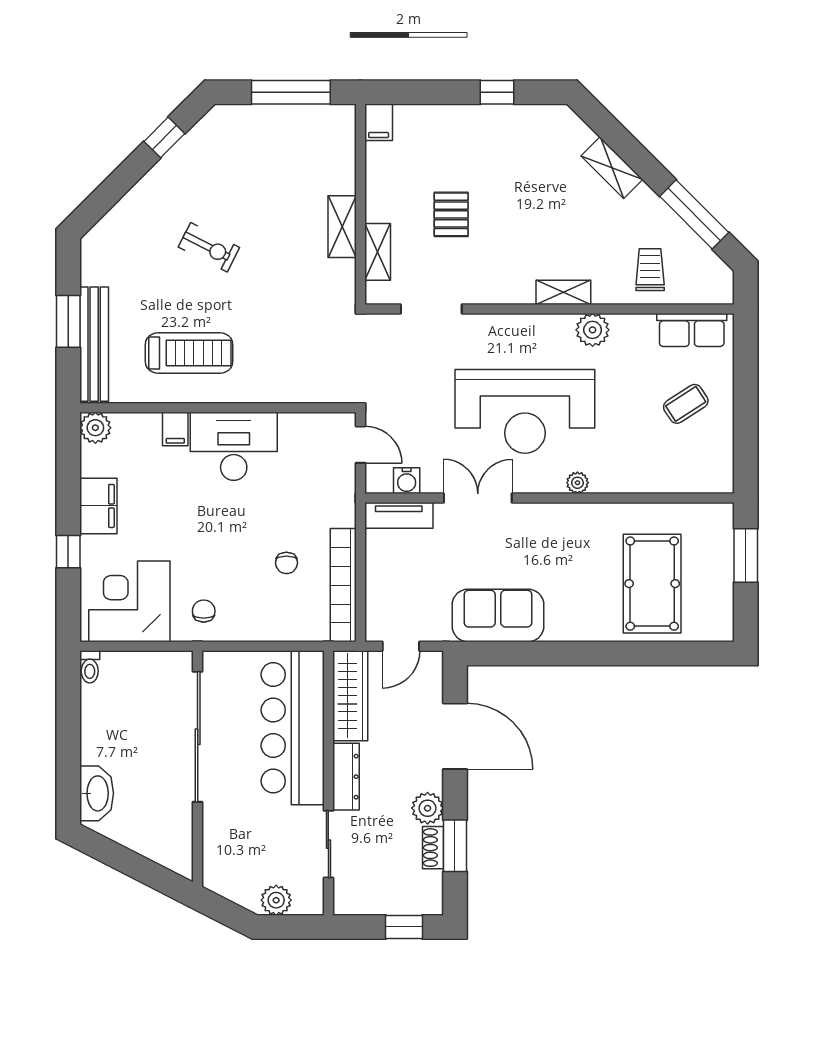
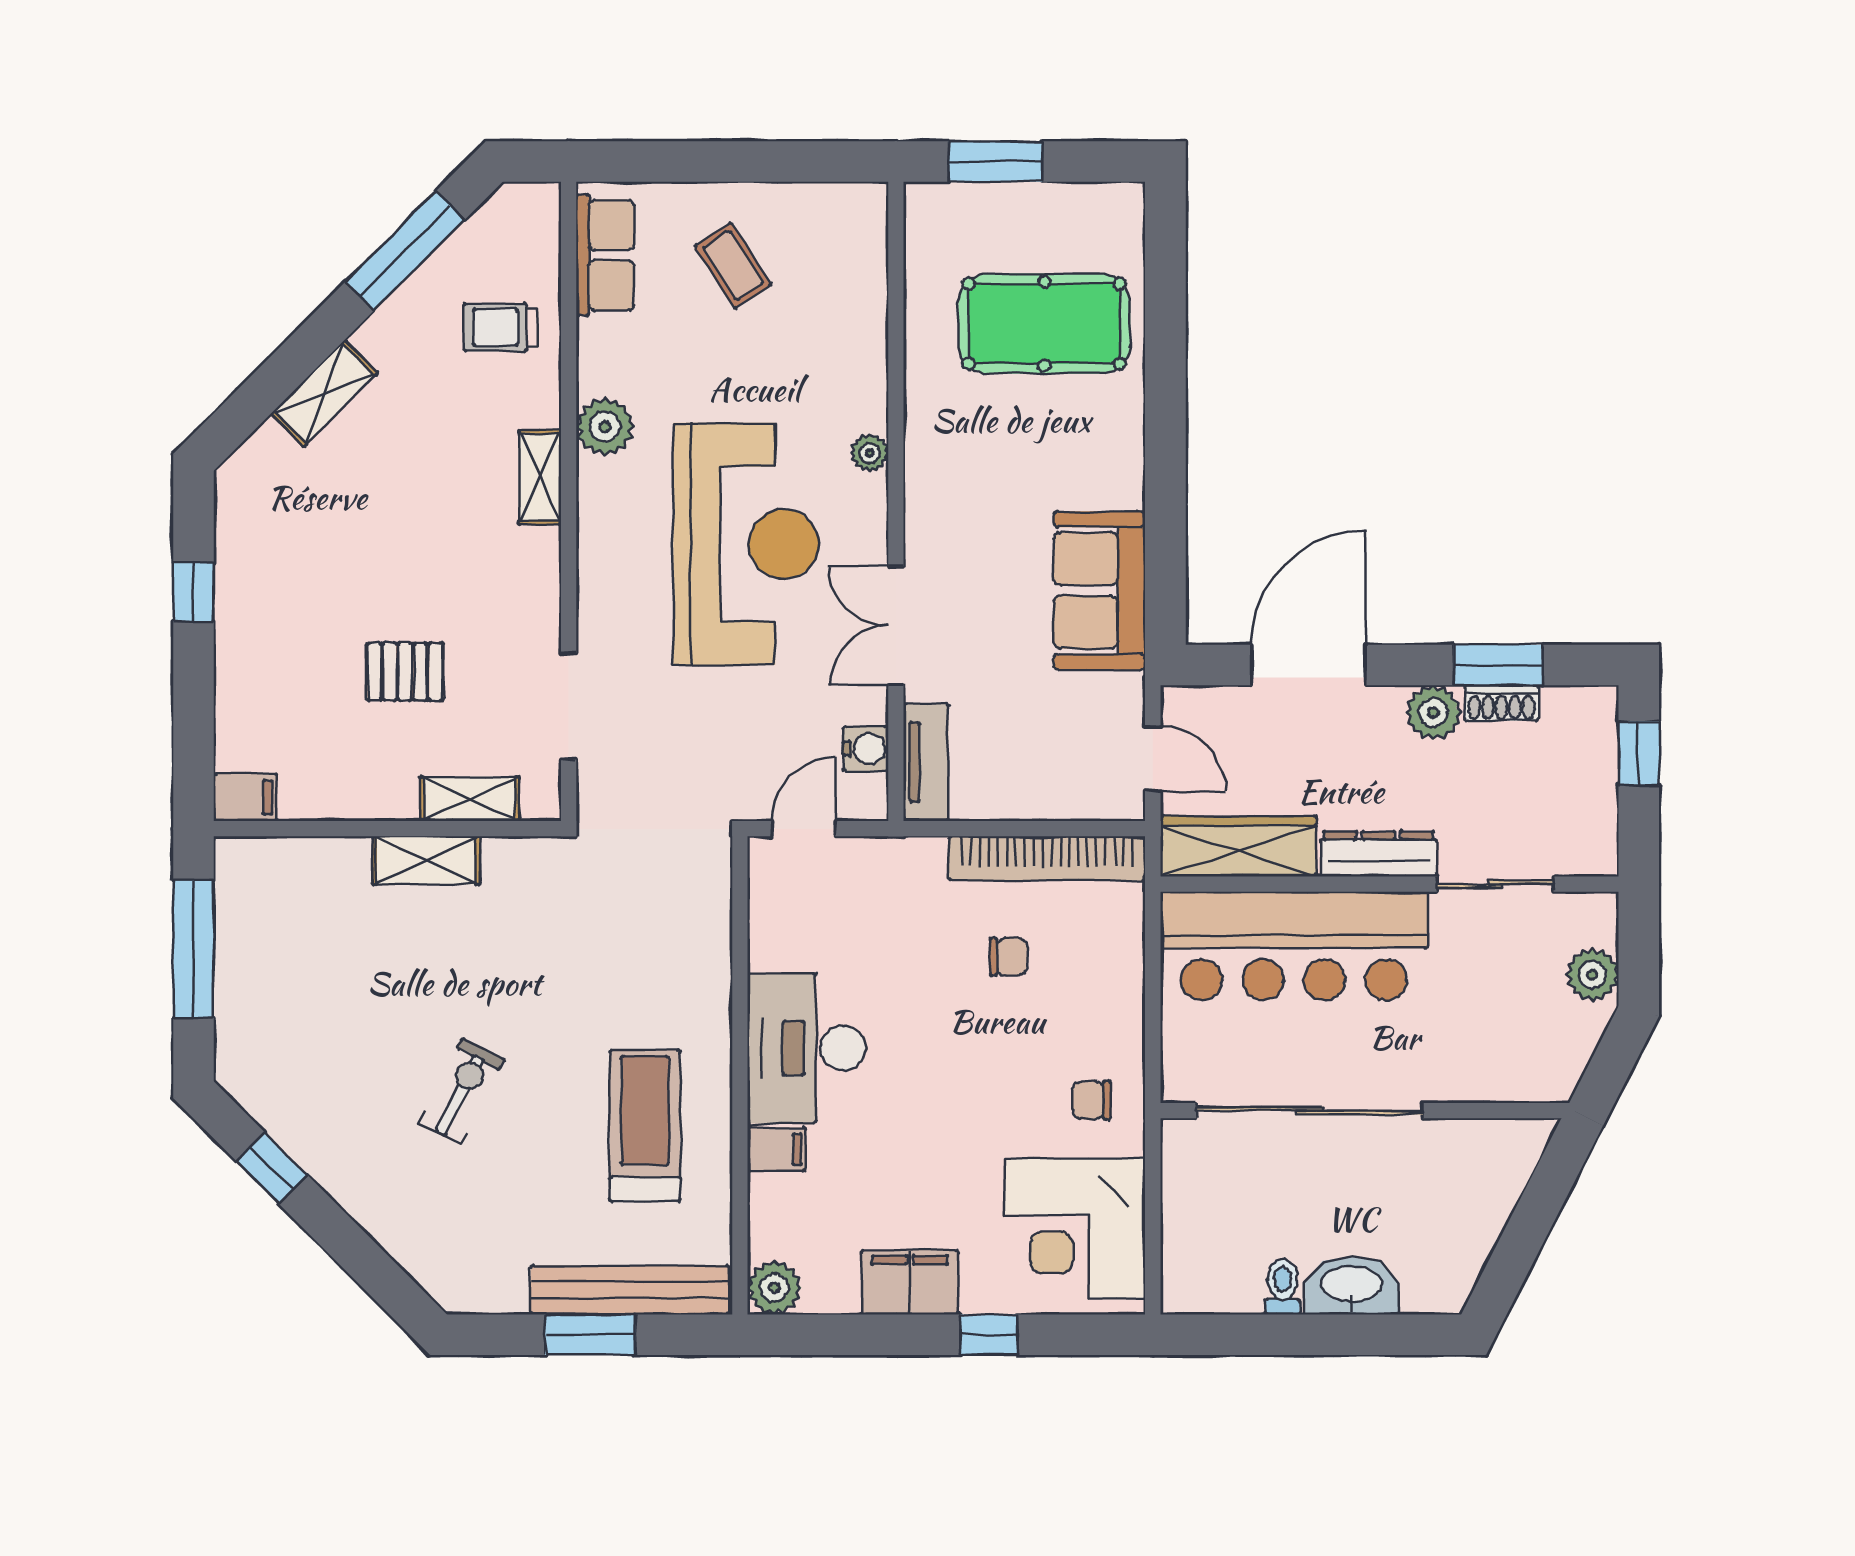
toilet: (90, 667) -> (1282, 1287), moved, turned -90
washbasin: (97, 793) -> (1351, 1285), moved

